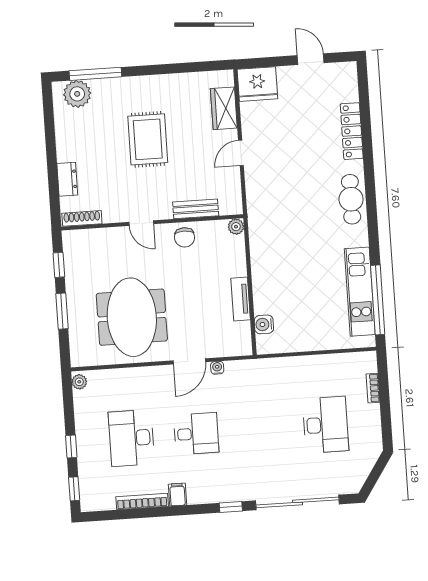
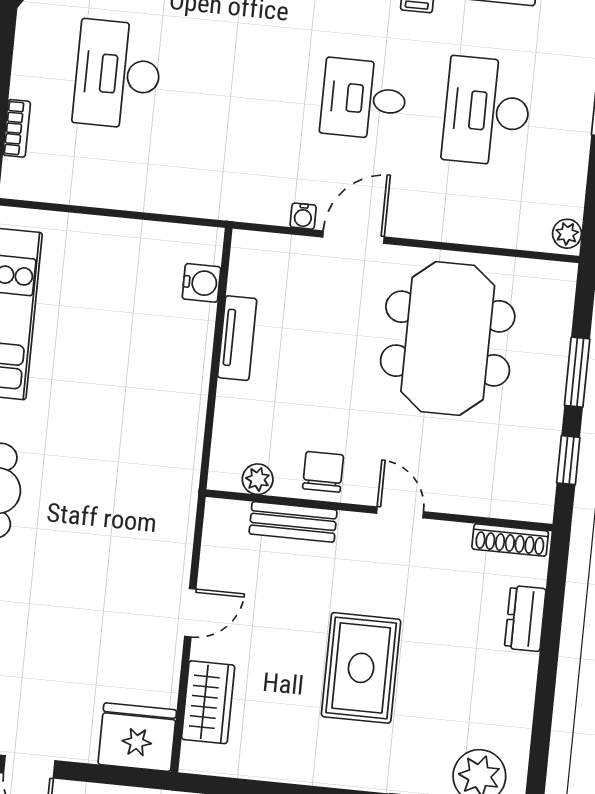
plant: (236, 227) -> (258, 479), moved
desk: (131, 438) -> (487, 111), turned 180

